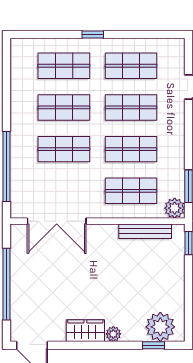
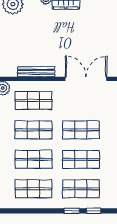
window: (46, 35) -> (94, 211), added
window: (93, 35) -> (72, 211), moved
bench: (145, 231) -> (36, 72), moved

